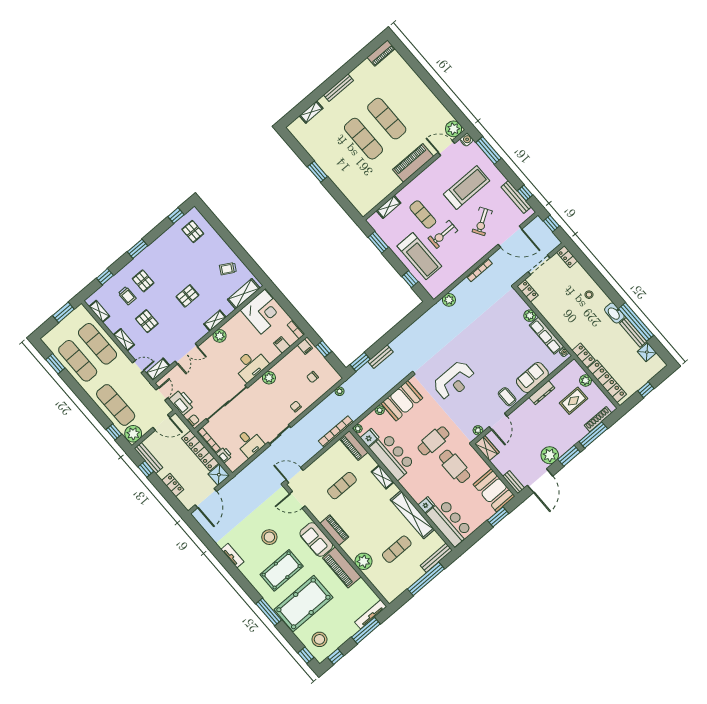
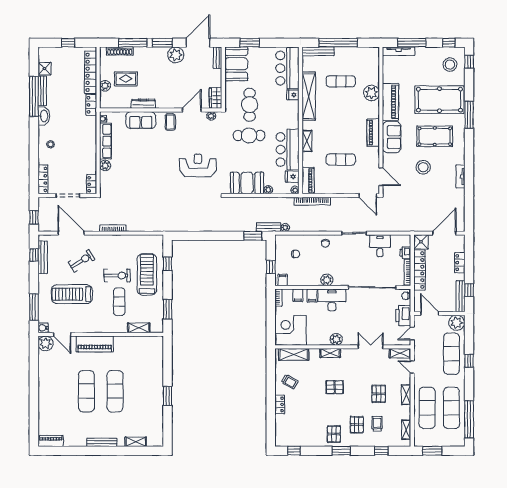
pallet: (193, 232) -> (334, 434), moved
locker: (220, 243) -> (280, 404), added
locker: (567, 257) -> (43, 179), width x1.53
plant: (449, 300) -> (153, 226), removed
filing cabinet: (270, 355) -> (312, 296), added
bench: (380, 357) -> (268, 227), moved
window: (55, 364) -> (469, 419), width x2.11
window: (114, 432) -> (469, 361), moved

